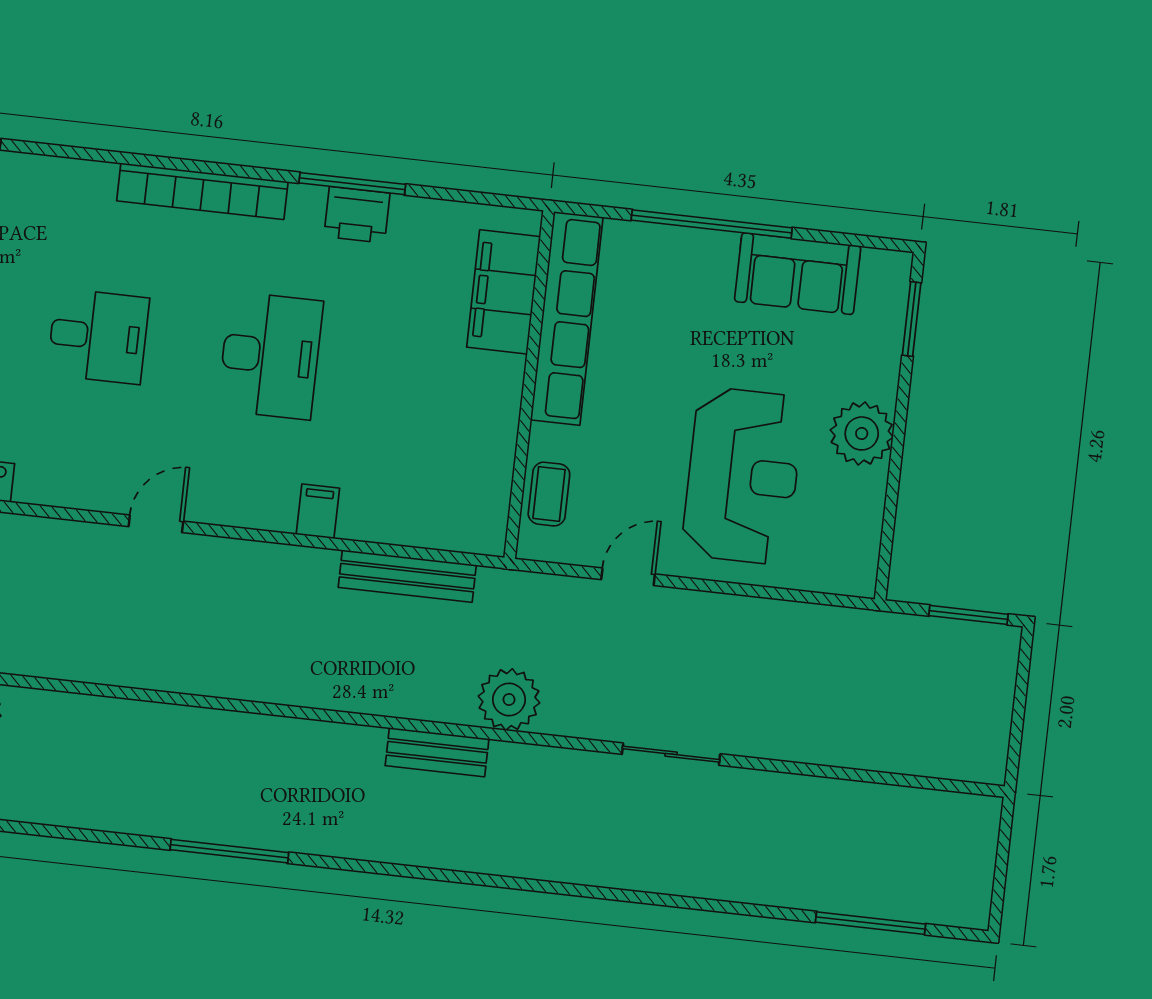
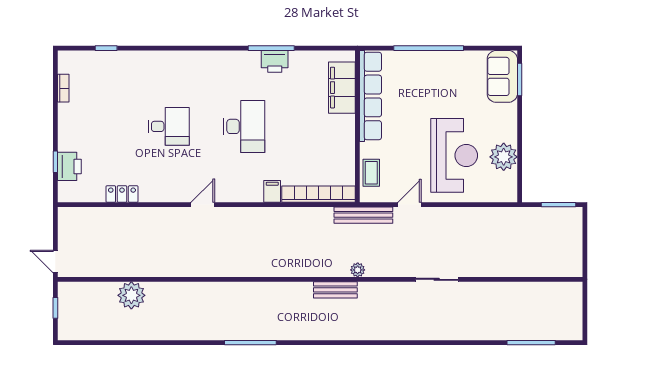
bookcase: (202, 191) -> (319, 194), moved, turned 180
sofa: (798, 274) -> (502, 76), moved, turned 90
plant: (862, 433) -> (504, 157), moved
bench: (407, 576) -> (363, 215), moved
plant: (509, 700) -> (358, 270), width x0.53, depth x0.53

